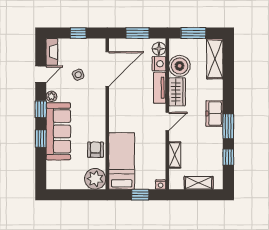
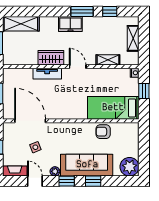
floor lamp: (159, 49) -> (12, 74), removed
nightstand: (159, 64) -> (25, 74), removed
boiler: (180, 66) -> (27, 56), removed
plant: (95, 179) -> (130, 167), moved

